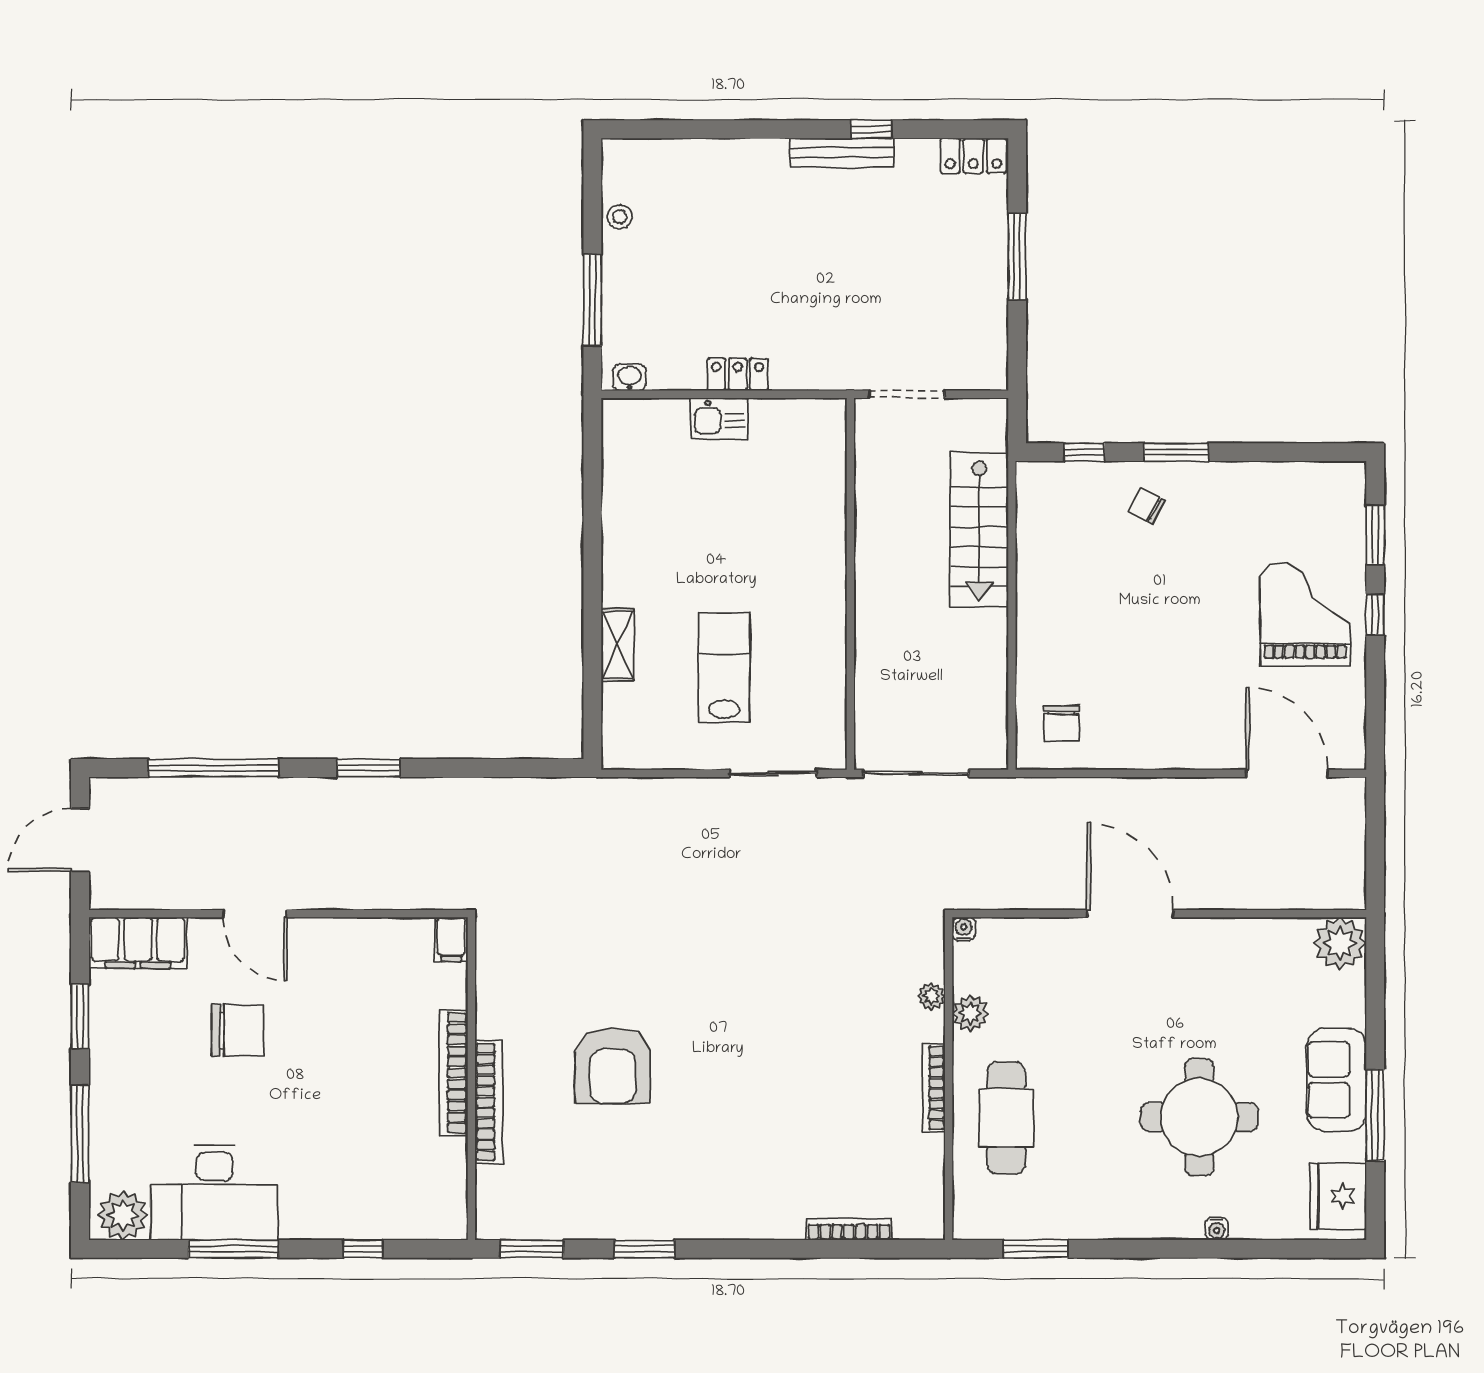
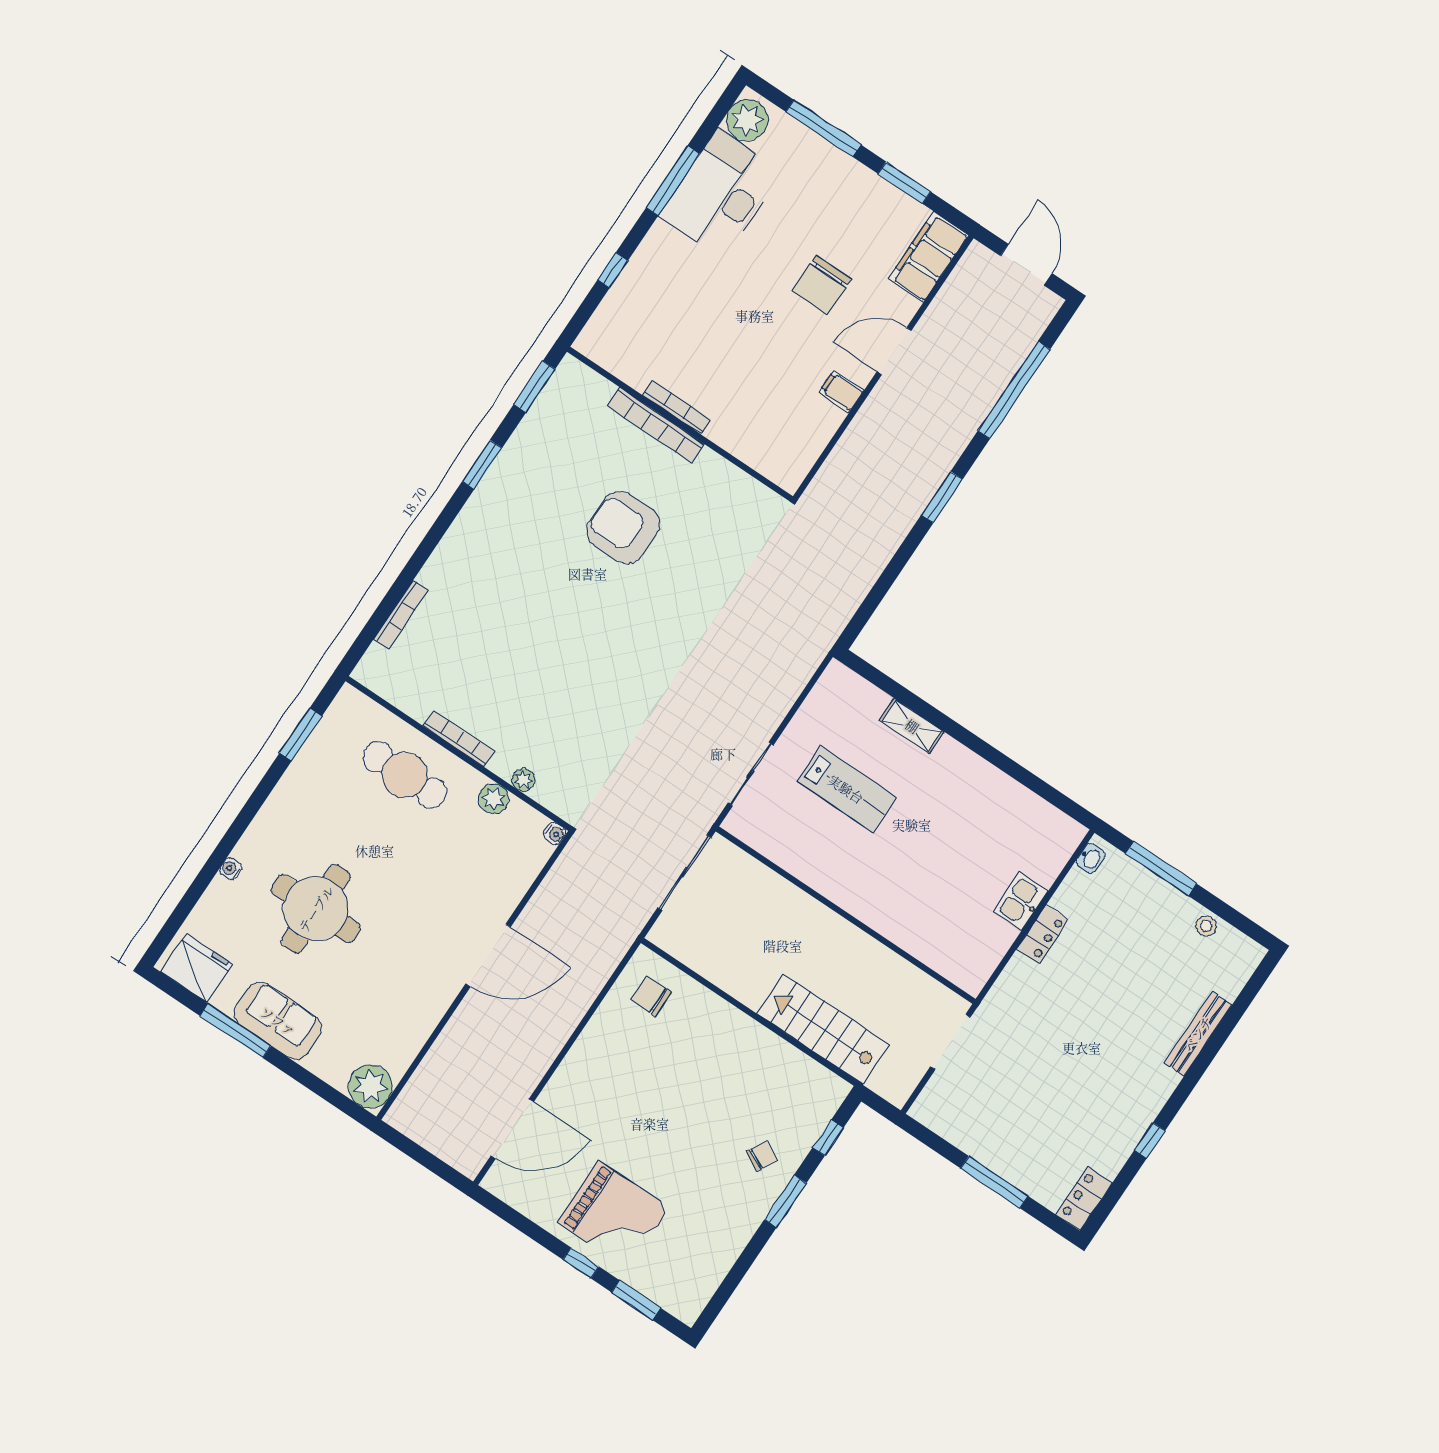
bench: (842, 153) -> (1198, 1034), moved
filing cabinet: (451, 939) -> (841, 391), moved
bookcase: (454, 1073) -> (676, 407), width x0.68, depth x0.76

